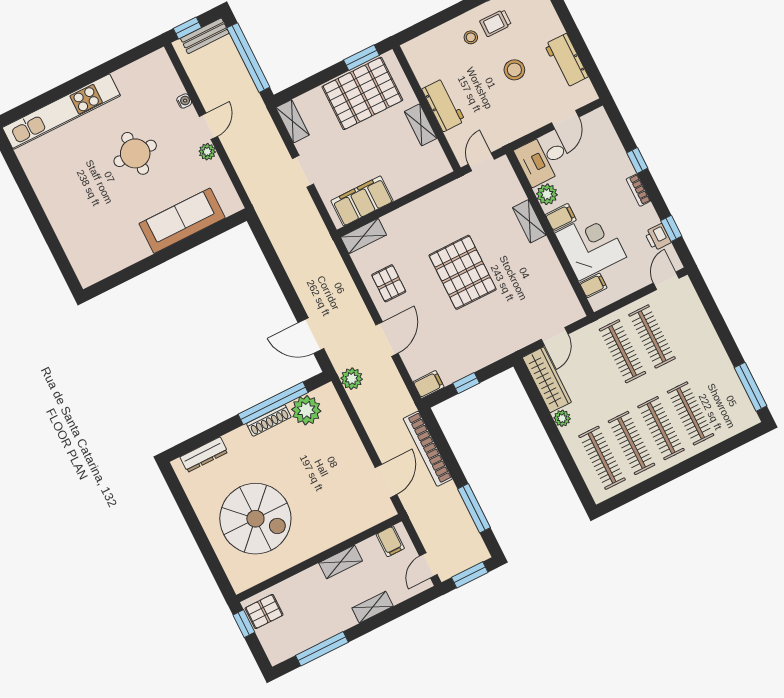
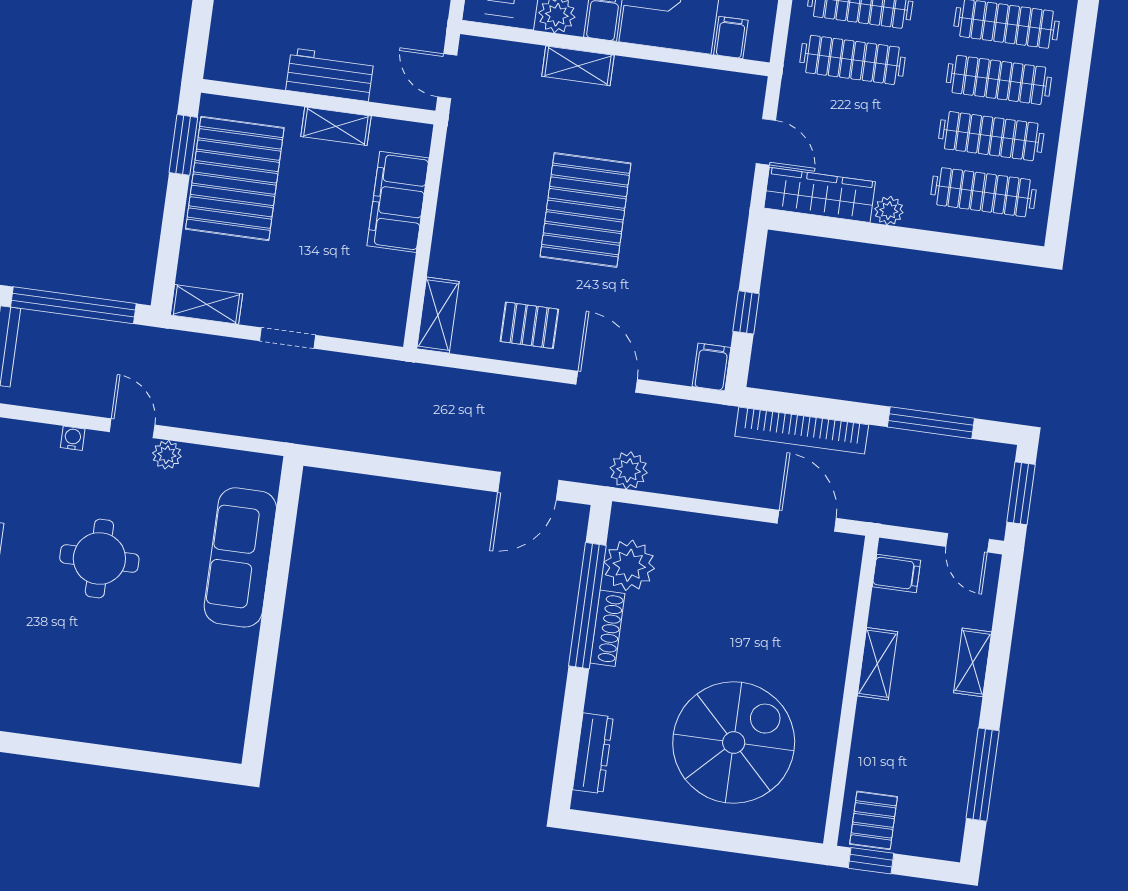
filing cabinet: (362, 201) -> (398, 202), moved
pallet: (463, 272) -> (585, 210), turned 90

